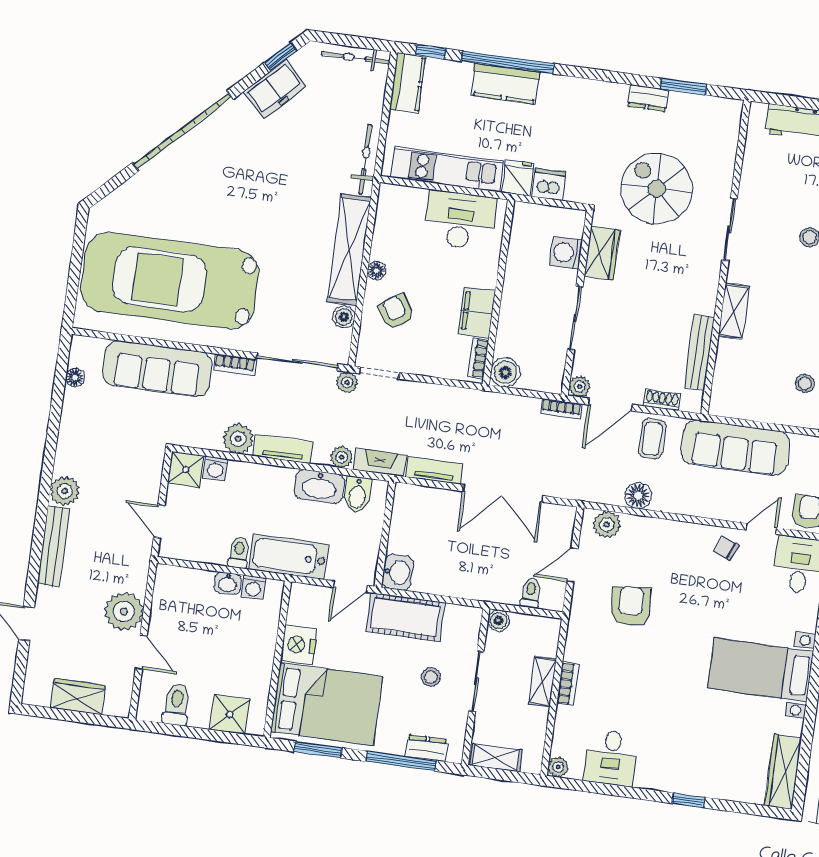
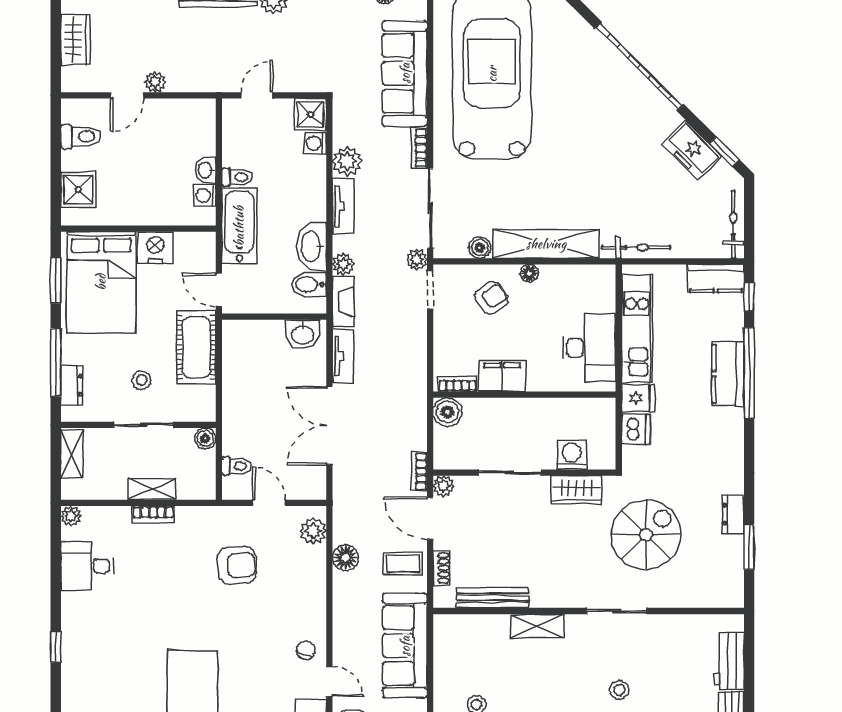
washbasin: (398, 572) -> (303, 334), moved
plant: (124, 612) -> (155, 82), width x0.53, depth x0.53

